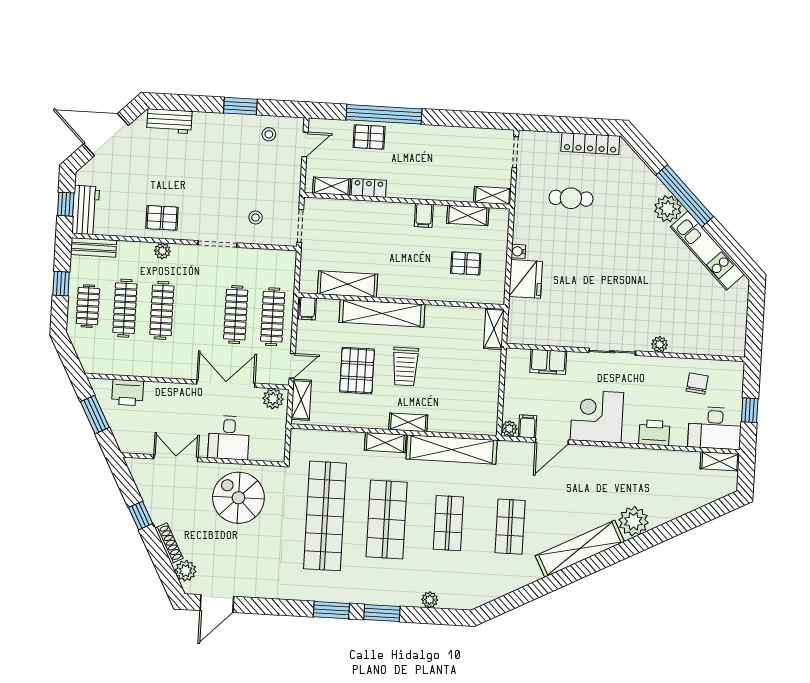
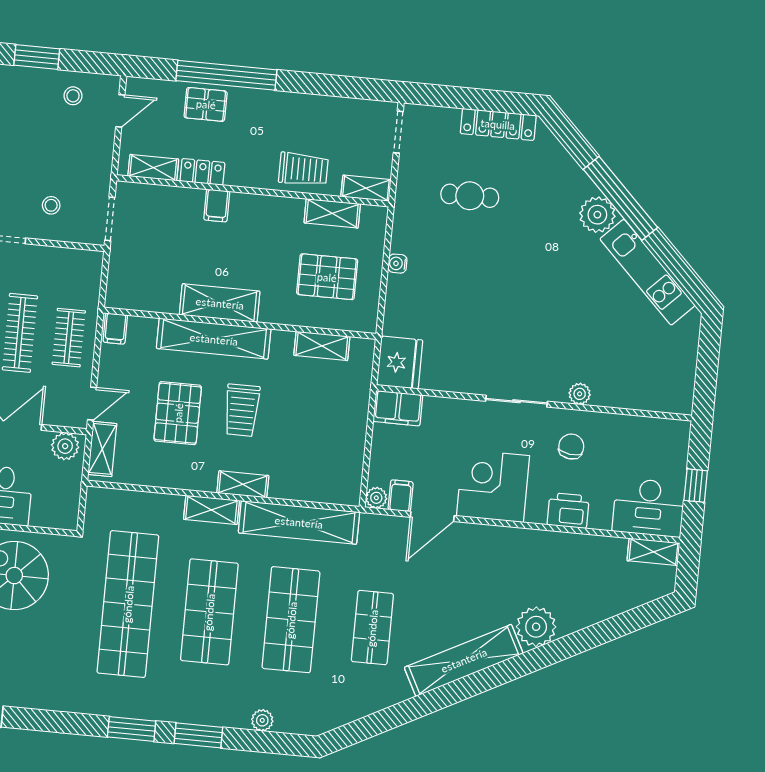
trolley: (445, 183) -> (303, 169), added
filing cabinet: (424, 215) -> (217, 206), moved
pallet: (466, 263) -> (327, 277), width x1.50, depth x1.42
fridge: (526, 279) -> (400, 363), moved
shelving: (347, 284) -> (220, 303), moved
clothes rail: (273, 317) -> (69, 338), width x0.73
shelving: (494, 329) -> (322, 346), moved, turned 90
filing cabinet: (548, 362) -> (398, 408), moved
chair: (697, 383) -> (571, 447), moved
shop shelf: (448, 523) -> (291, 620), width x1.43, depth x1.36

